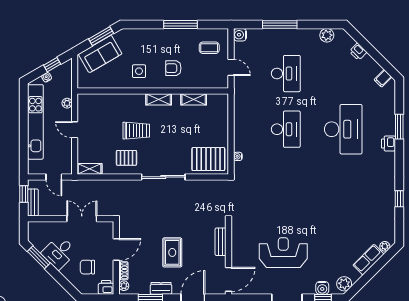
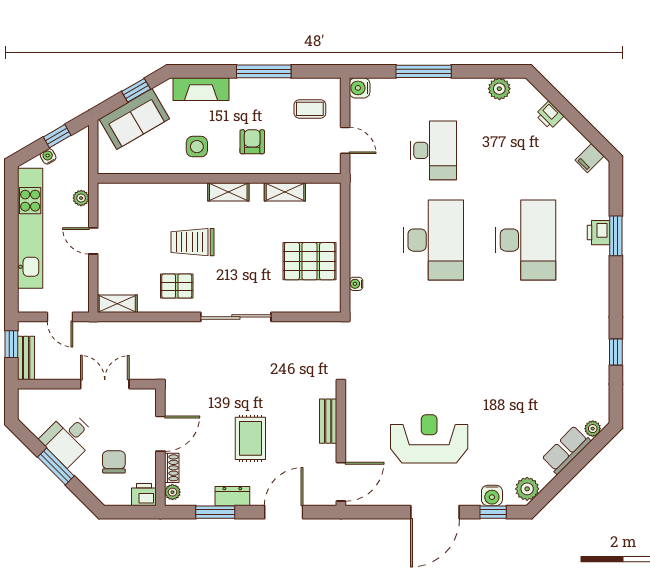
fireplace: (142, 35) -> (201, 89), added
window: (101, 36) -> (136, 90), width x0.67
armchair: (173, 68) -> (252, 142), turned 90
desk: (286, 129) -> (433, 240), width x1.36, depth x1.30
trolley: (136, 131) -> (192, 242), turned 180
printer: (388, 144) -> (598, 233), moved
pallet: (208, 159) -> (310, 261), moved
window: (39, 257) -> (56, 466), moved
chair: (87, 267) -> (114, 462), turned 90

